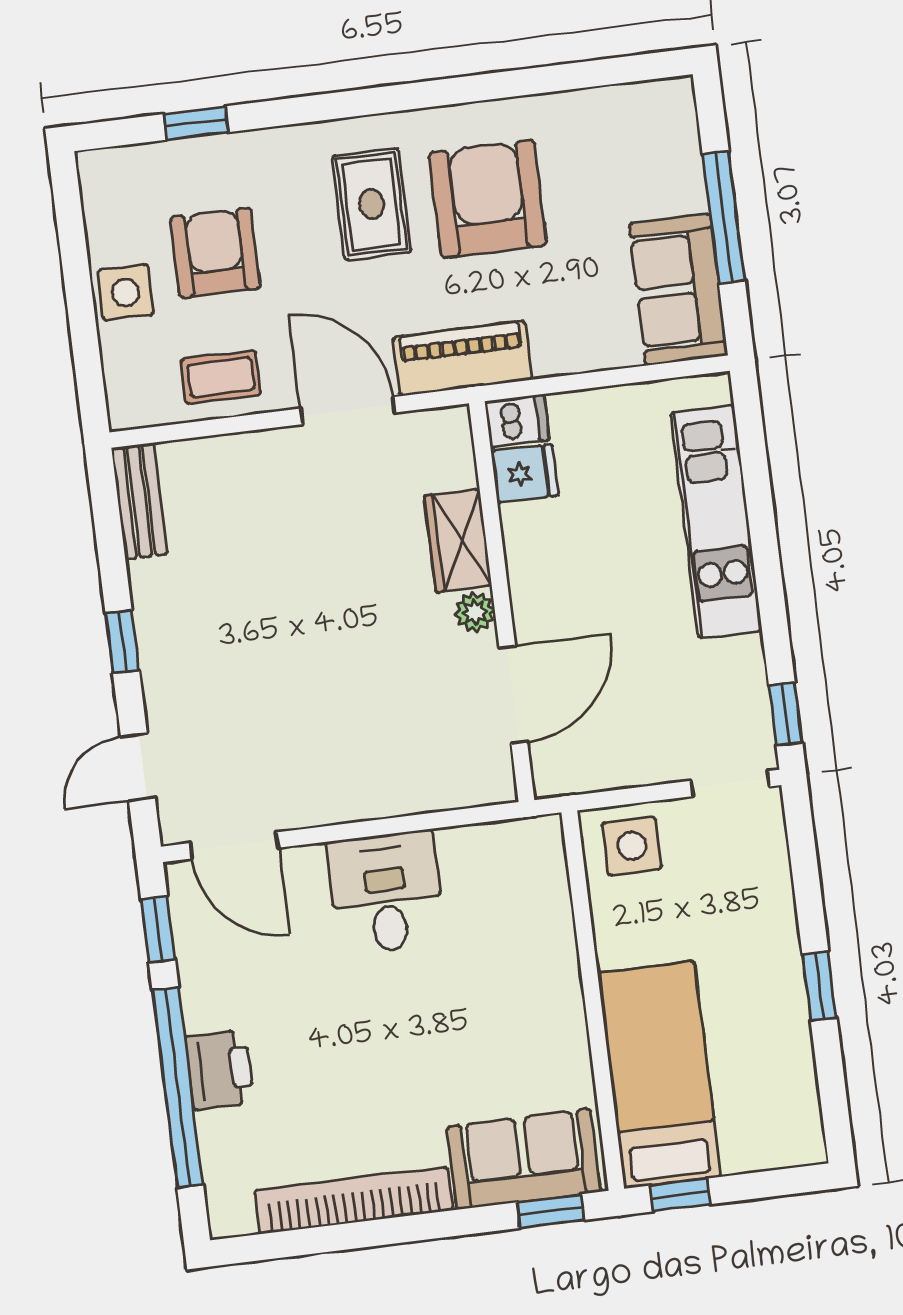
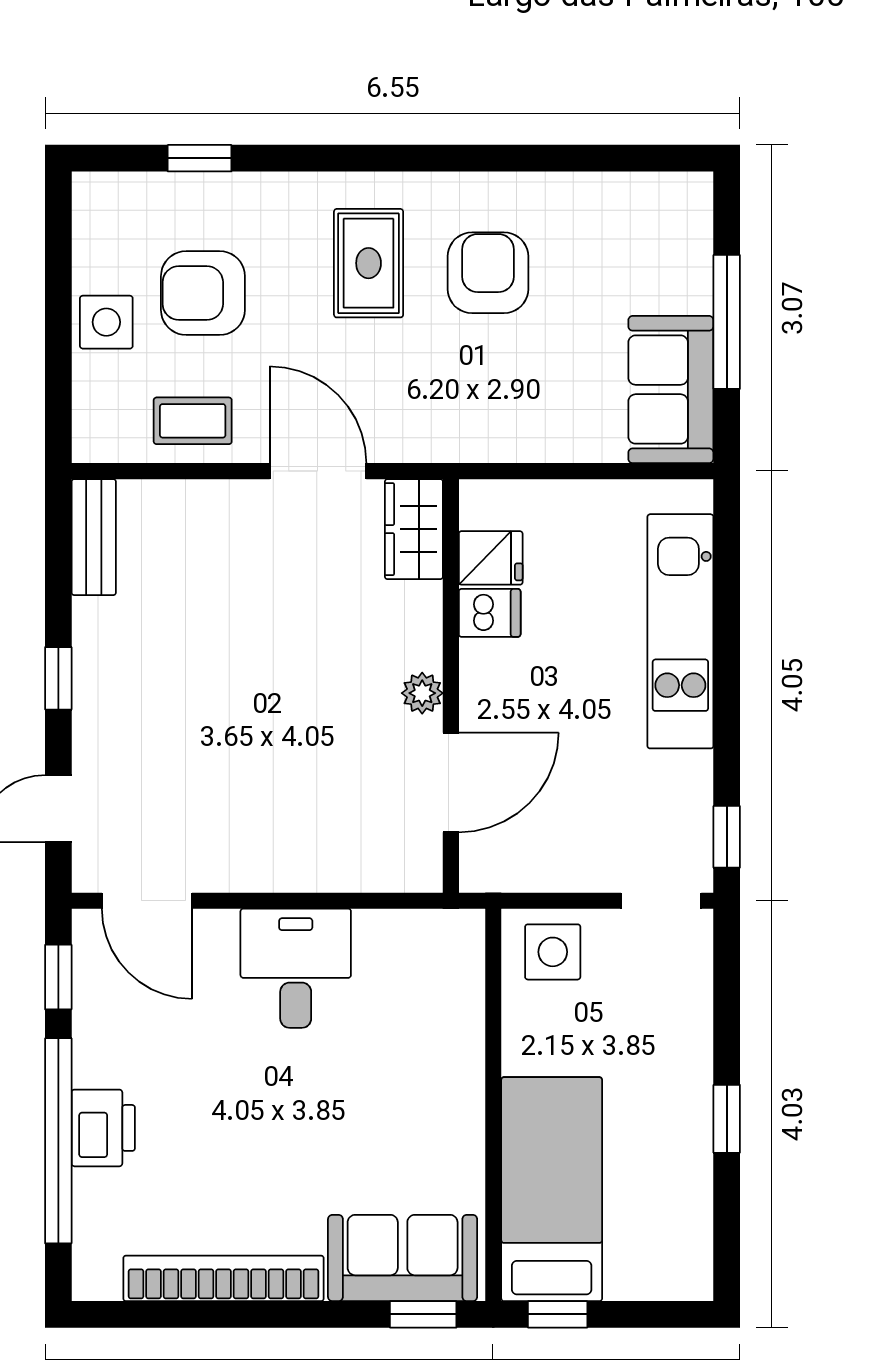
armchair: (488, 199) -> (488, 273), width x0.73, depth x0.73
armchair: (215, 253) -> (203, 293), turned -90
piano: (462, 358) -> (442, 432), removed
dishwasher: (517, 421) -> (490, 613), moved
wardrobe: (458, 541) -> (414, 529), moved

